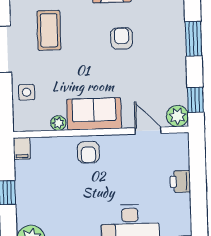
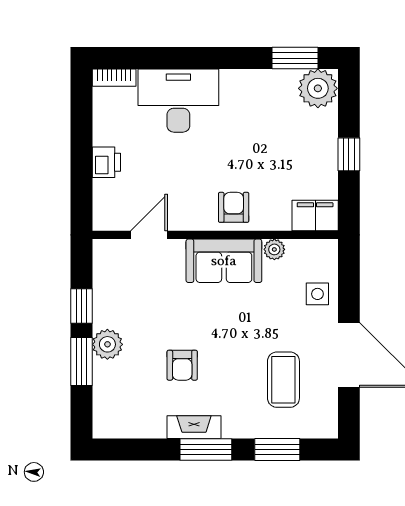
window: (195, 100) -> (82, 306), moved
plant: (177, 116) -> (107, 344), moved
door: (148, 131) -> (149, 235), swing flipped
filing cabinet: (22, 148) -> (315, 216), width x2.00

